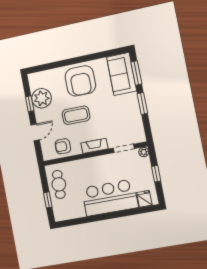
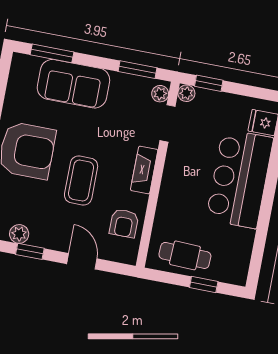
sofa: (122, 74) -> (73, 84), moved
plant: (42, 98) -> (19, 234), width x0.53, depth x0.53
window: (142, 103) -> (138, 70), moved
plant: (138, 138) -> (160, 94), added
window: (156, 174) -> (209, 83), moved

